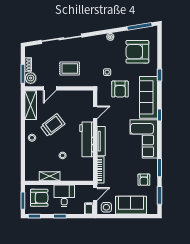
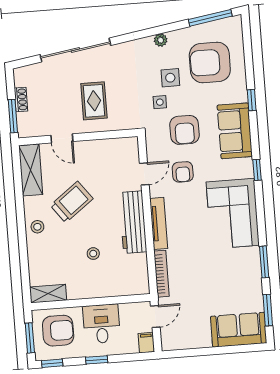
rug: (70, 68) -> (94, 101), turned 90
plant: (31, 78) -> (27, 123), removed
door: (50, 88) -> (62, 138), hinge flipped
sofa: (149, 97) -> (235, 131), width x0.73
shelving: (50, 176) -> (48, 294), moved
armchair: (144, 180) -> (183, 172), moved
sofa: (131, 205) -> (239, 330), moved
side table: (106, 207) -> (170, 78), moved

